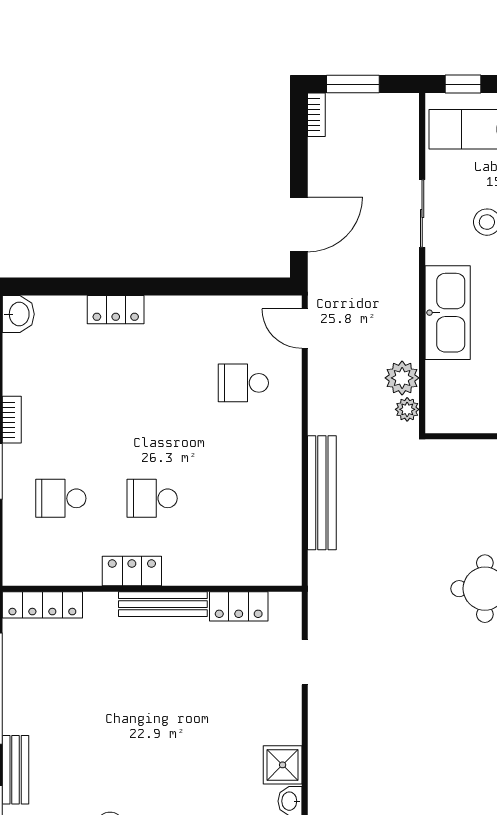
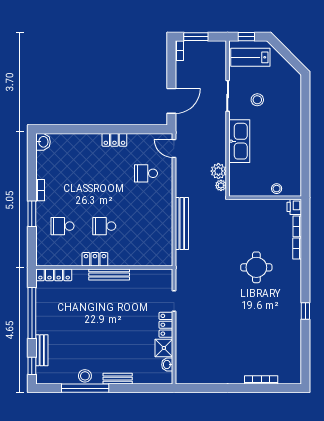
locker: (116, 310) -> (114, 140), moved
locker: (239, 606) -> (166, 325), moved, turned 90

